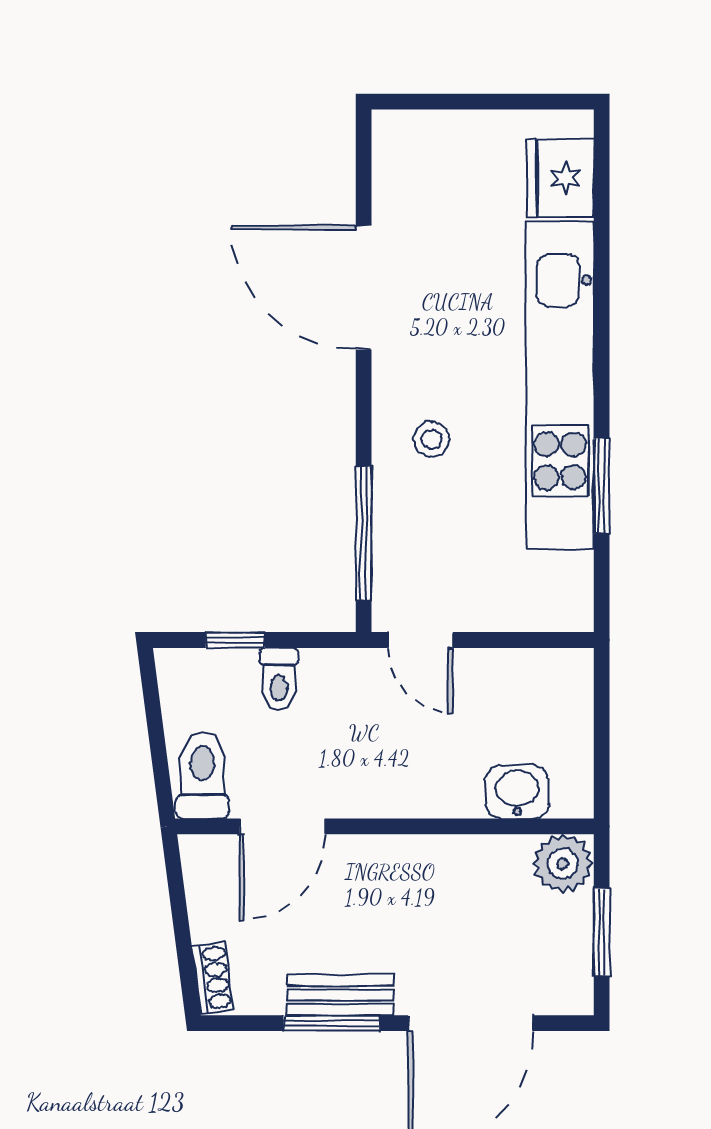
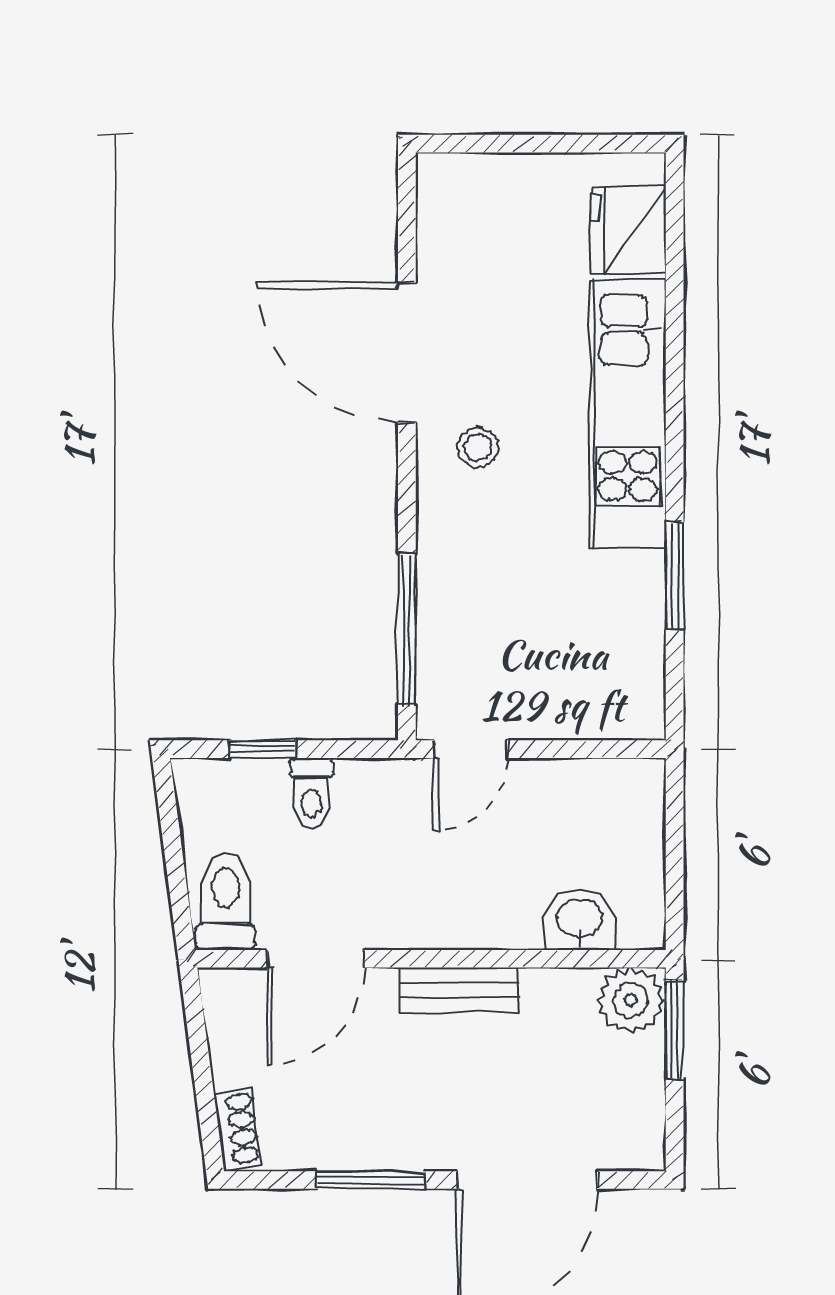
kitchen unit: (560, 385) -> (628, 414), width x0.73
stool: (432, 439) -> (478, 447), moved
door: (420, 640) -> (471, 749), hinge flipped
window: (602, 932) -> (675, 1030), moved
bench: (341, 995) -> (459, 990), moved

